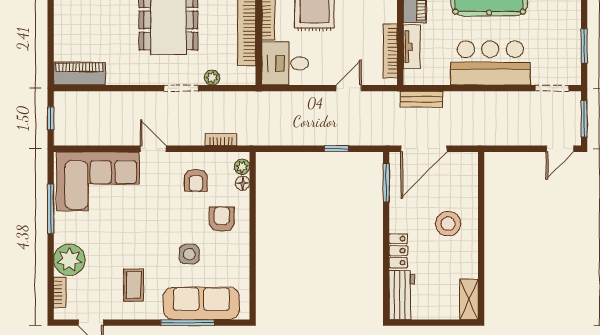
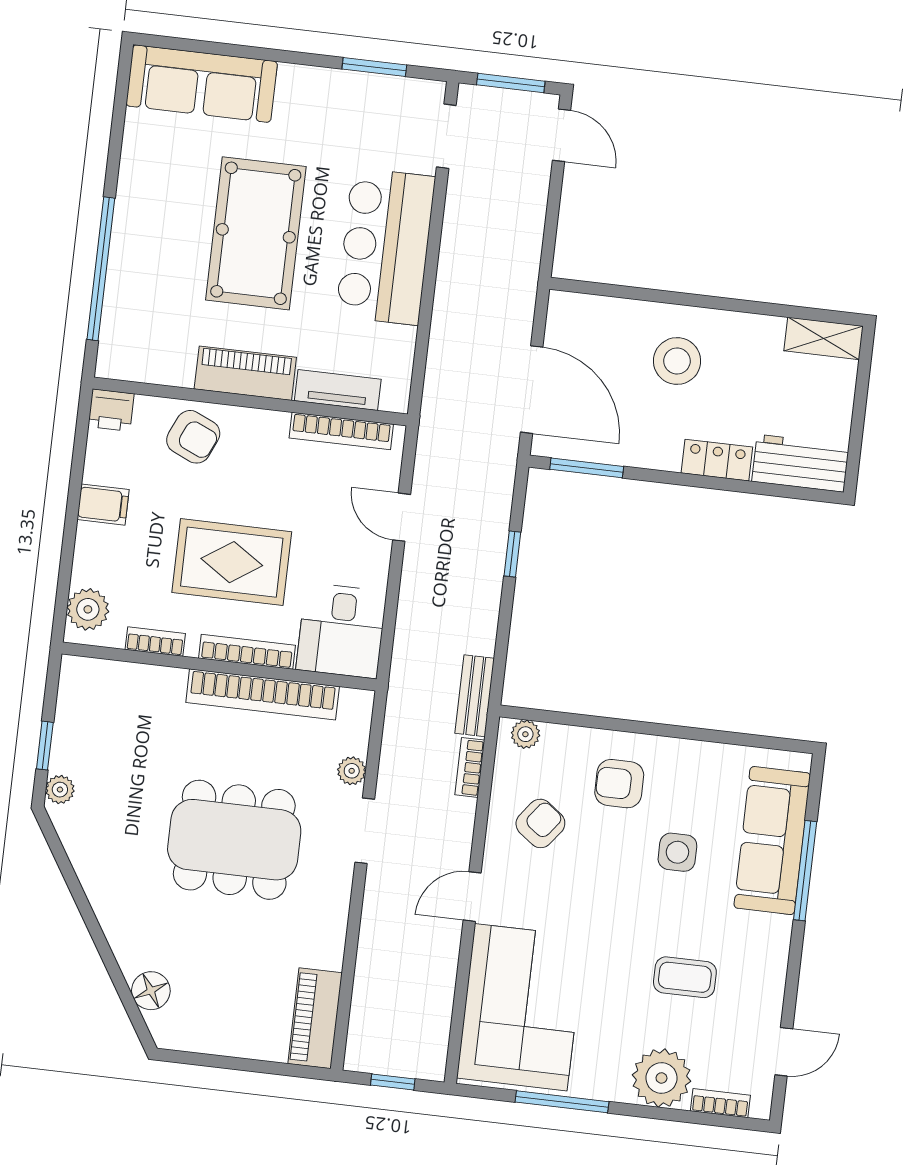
bench: (421, 99) -> (475, 696), moved
armchair: (196, 180) -> (540, 823), turned -53
floor lamp: (243, 183) -> (556, 737), removed
coffee table: (134, 285) -> (685, 977), moved

